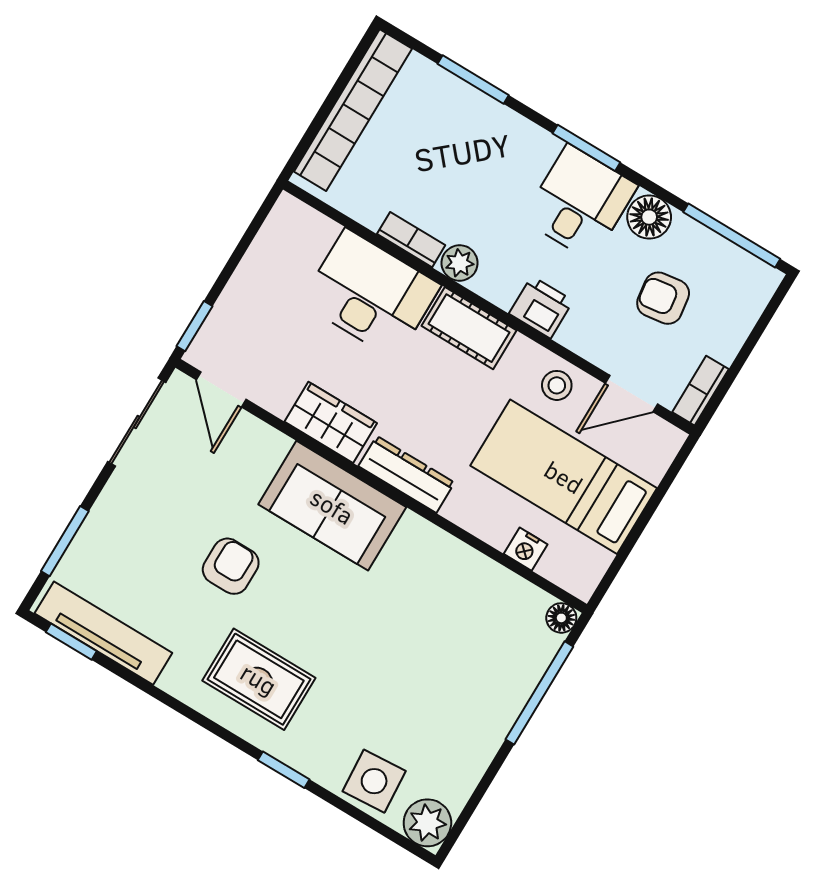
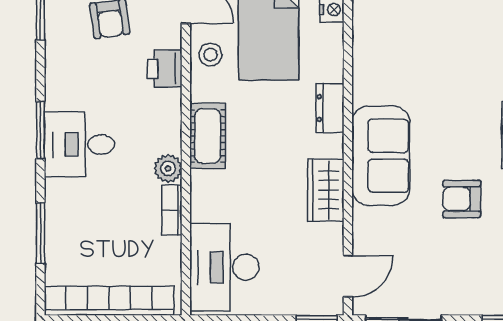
desk: (580, 202) -> (79, 144), moved
floor lamp: (649, 217) -> (61, 61), removed
desk: (371, 294) -> (224, 267), moved
printer: (541, 307) -> (165, 69), moved
dresser: (406, 474) -> (330, 108), width x0.70

